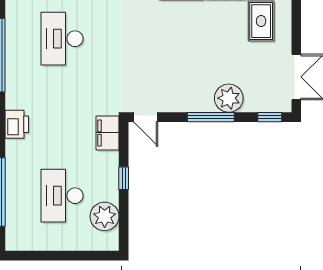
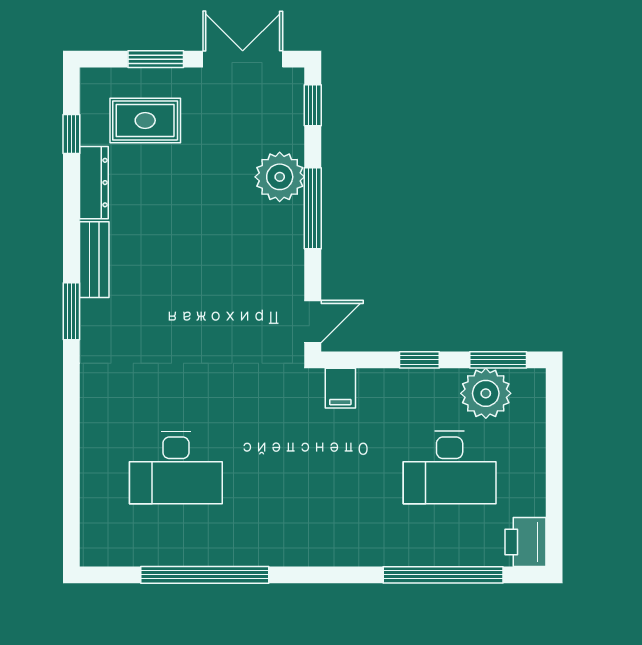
window: (296, 27) -> (156, 59), added
printer: (17, 124) -> (525, 542), moved, turned -90
filing cabinet: (108, 133) -> (340, 388), width x0.50
window: (124, 224) -> (498, 360), added

